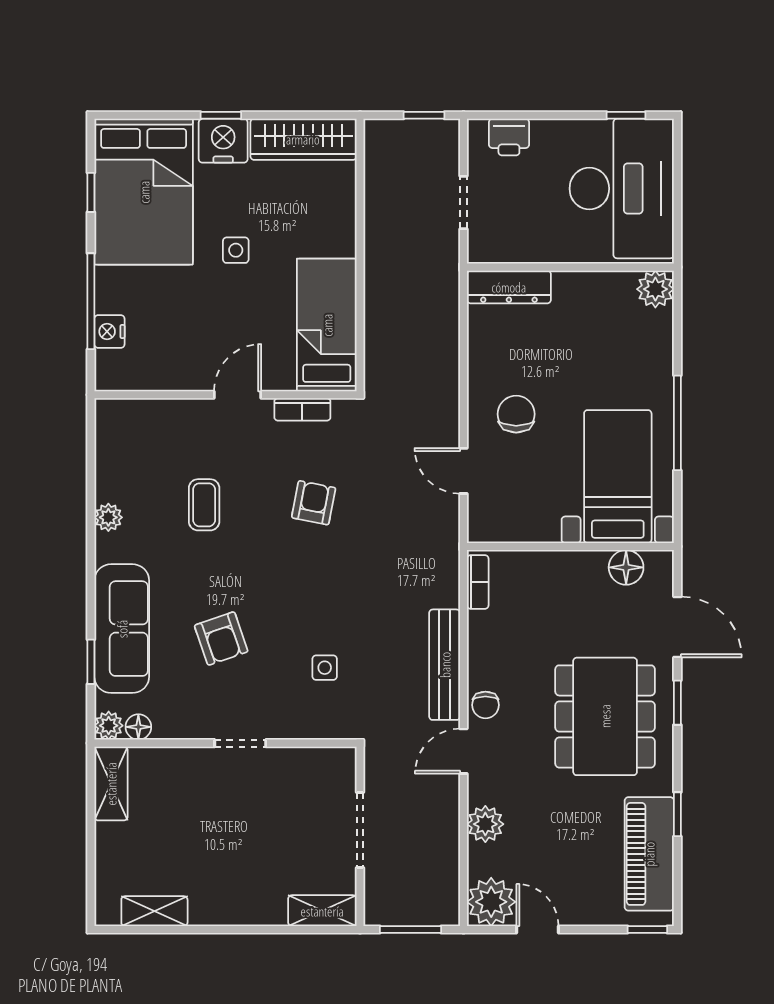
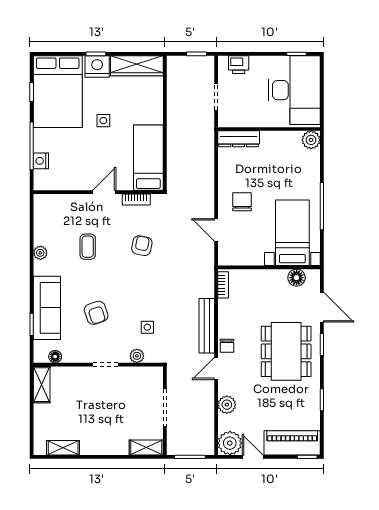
plant: (109, 726) -> (137, 356), moved
piano: (649, 854) -> (292, 443), moved, turned 90

